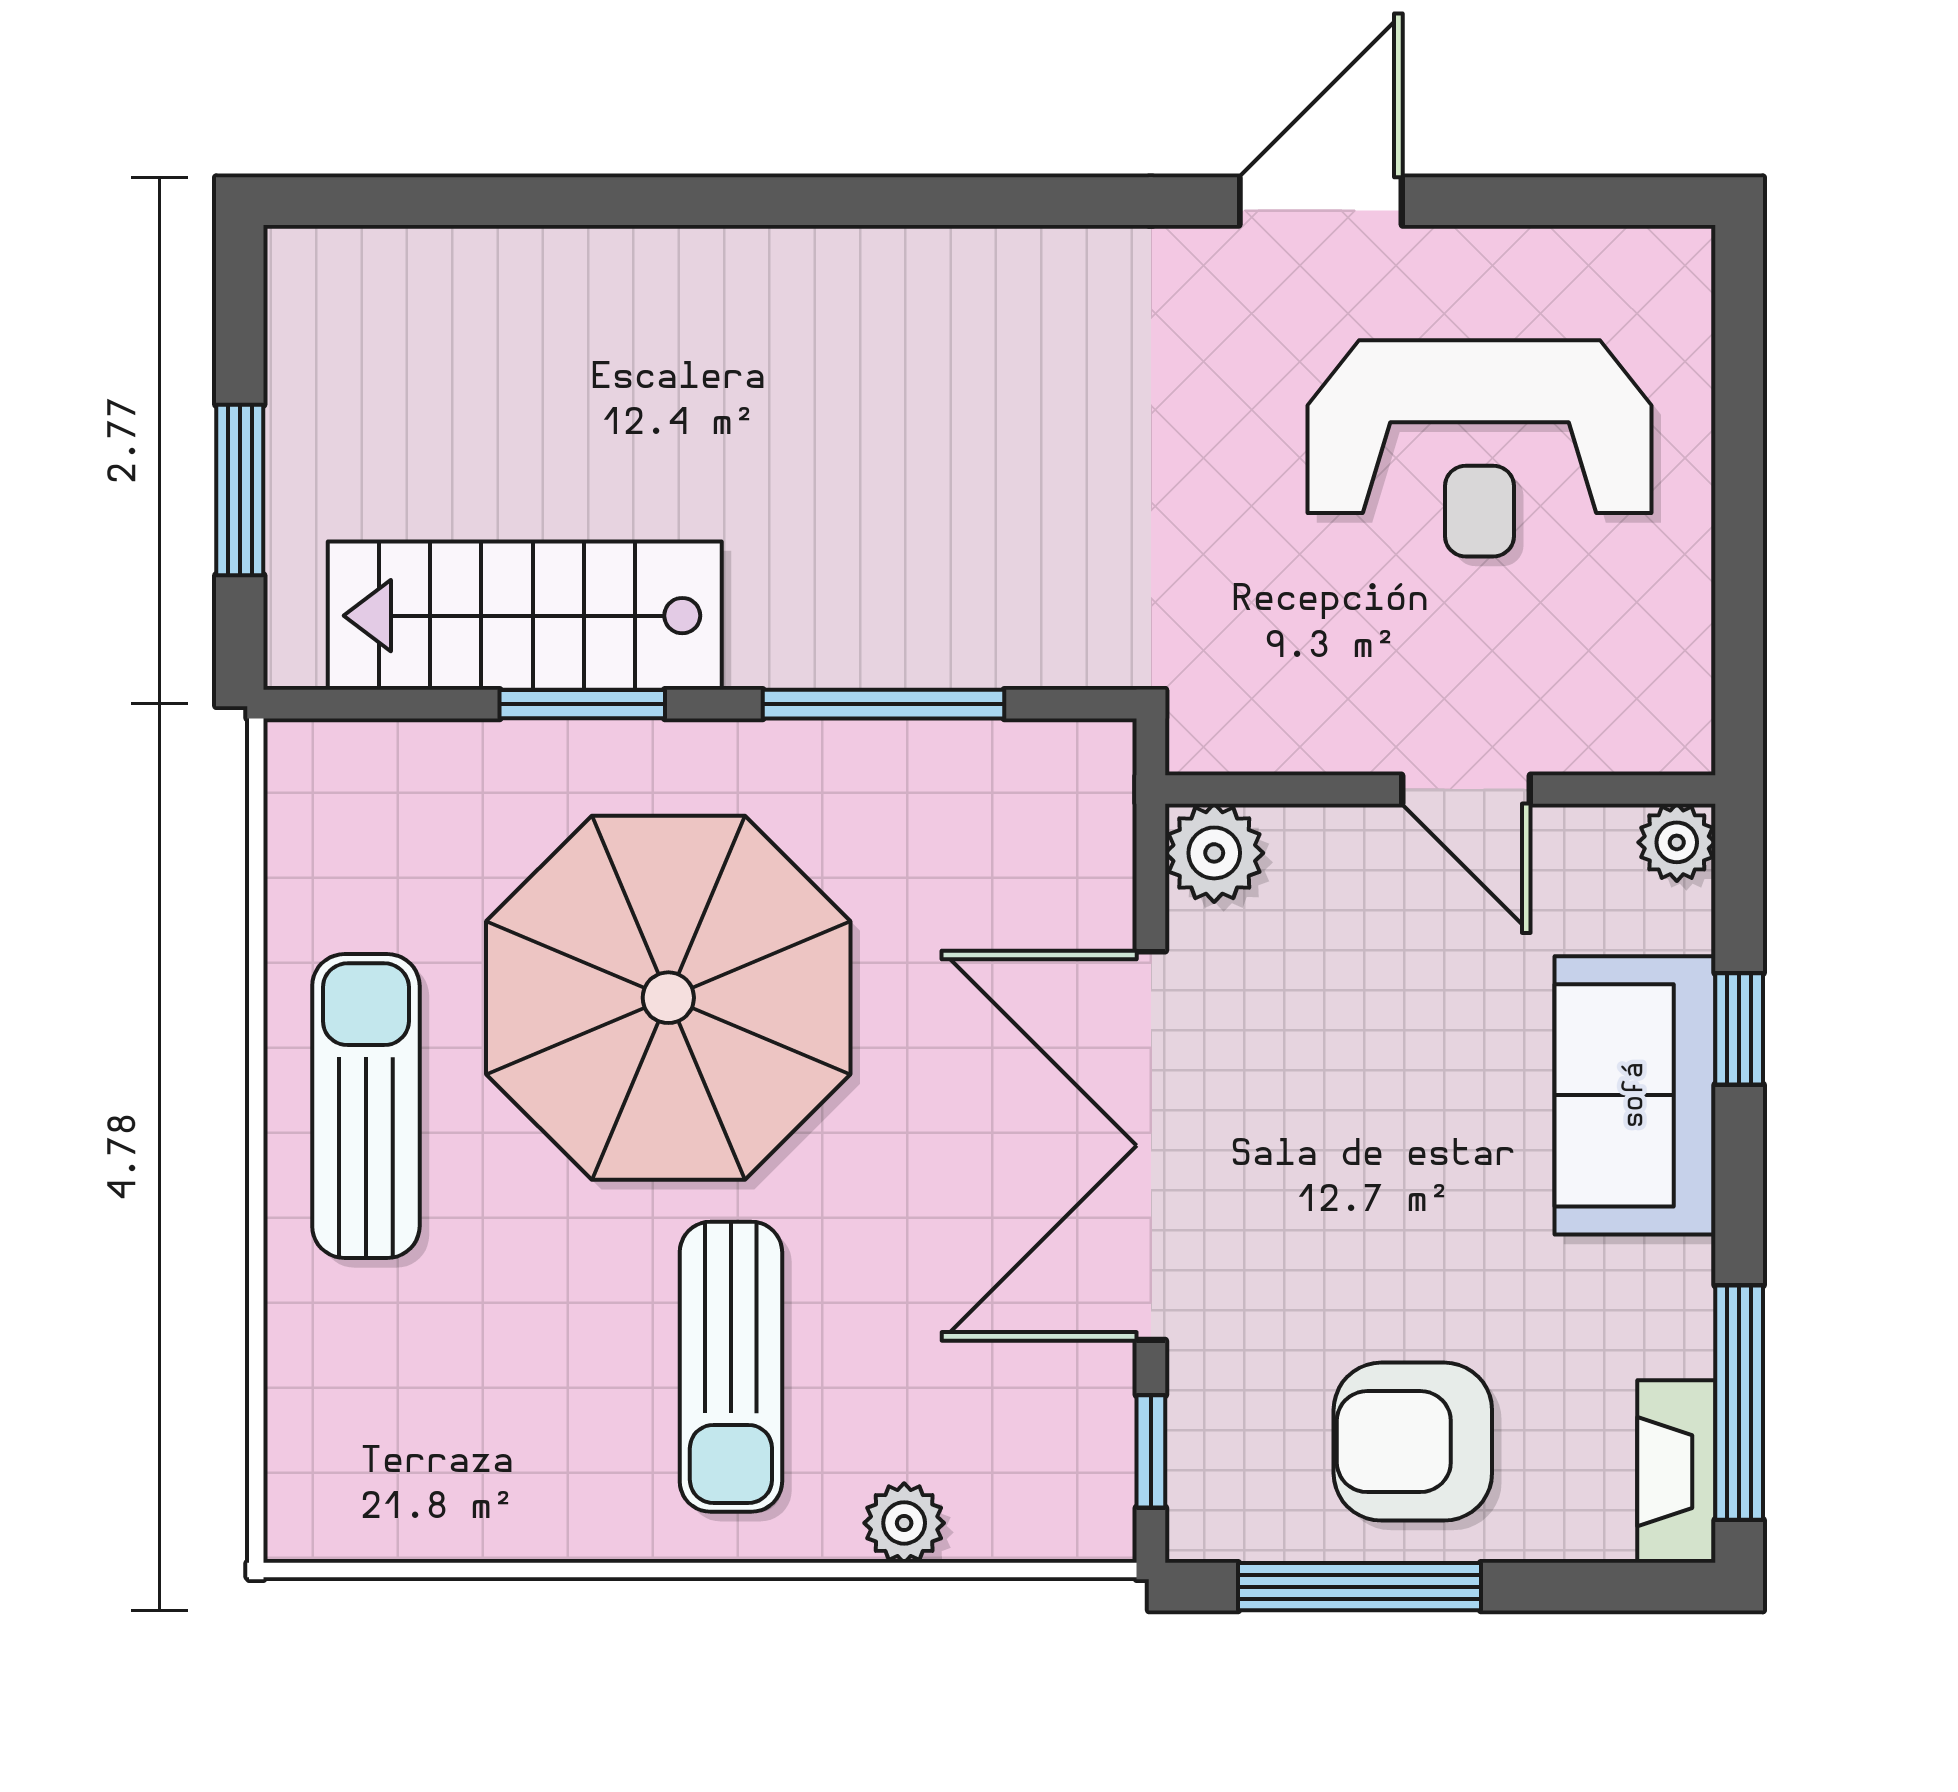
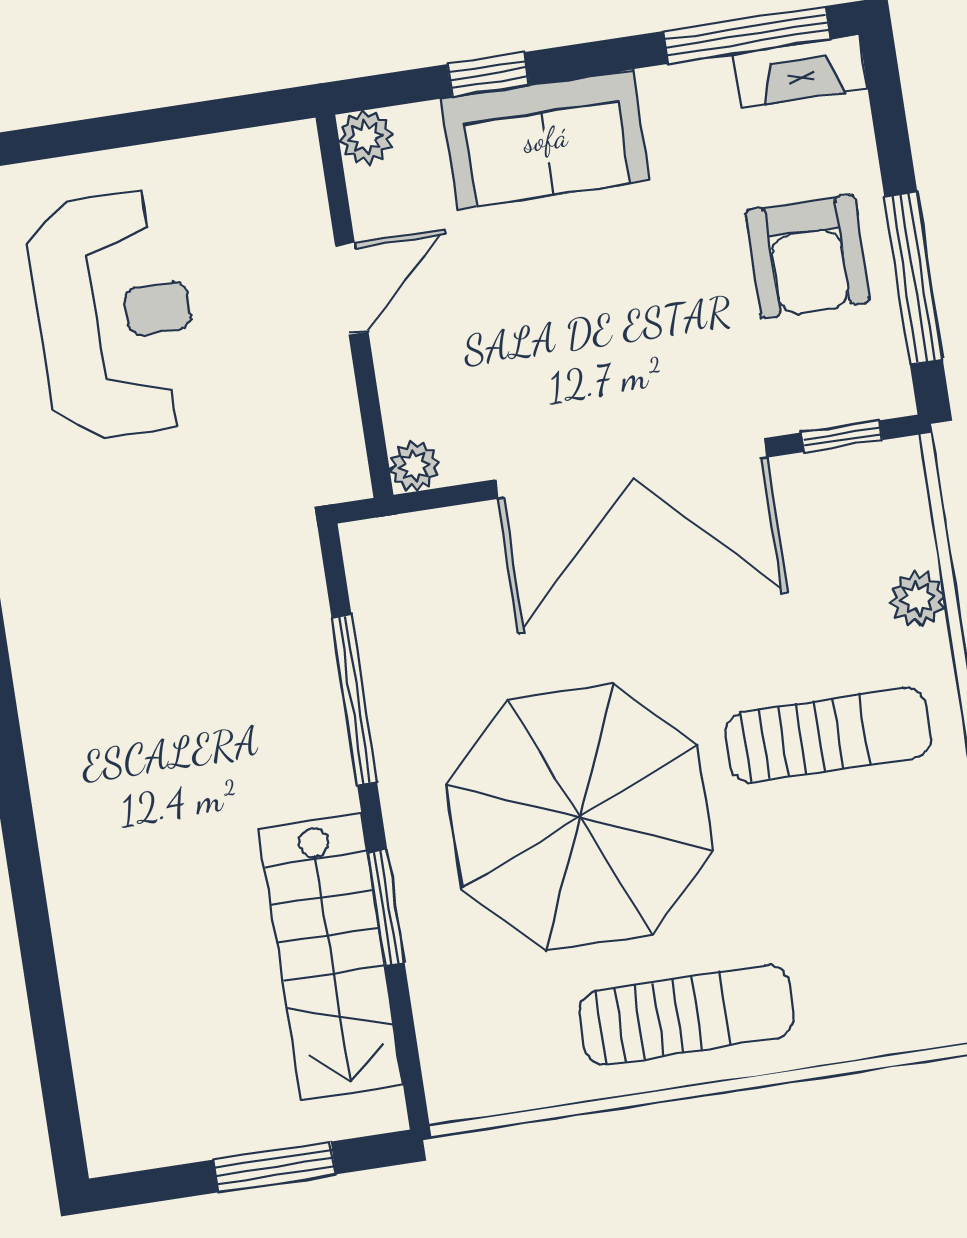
plant: (1214, 853) -> (414, 466), width x0.73, depth x0.73
sun lounger: (366, 1106) -> (687, 1015), turned 180

